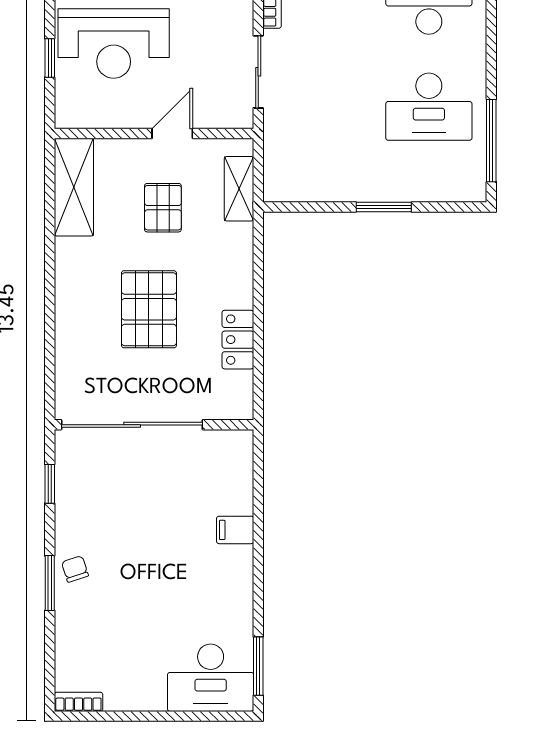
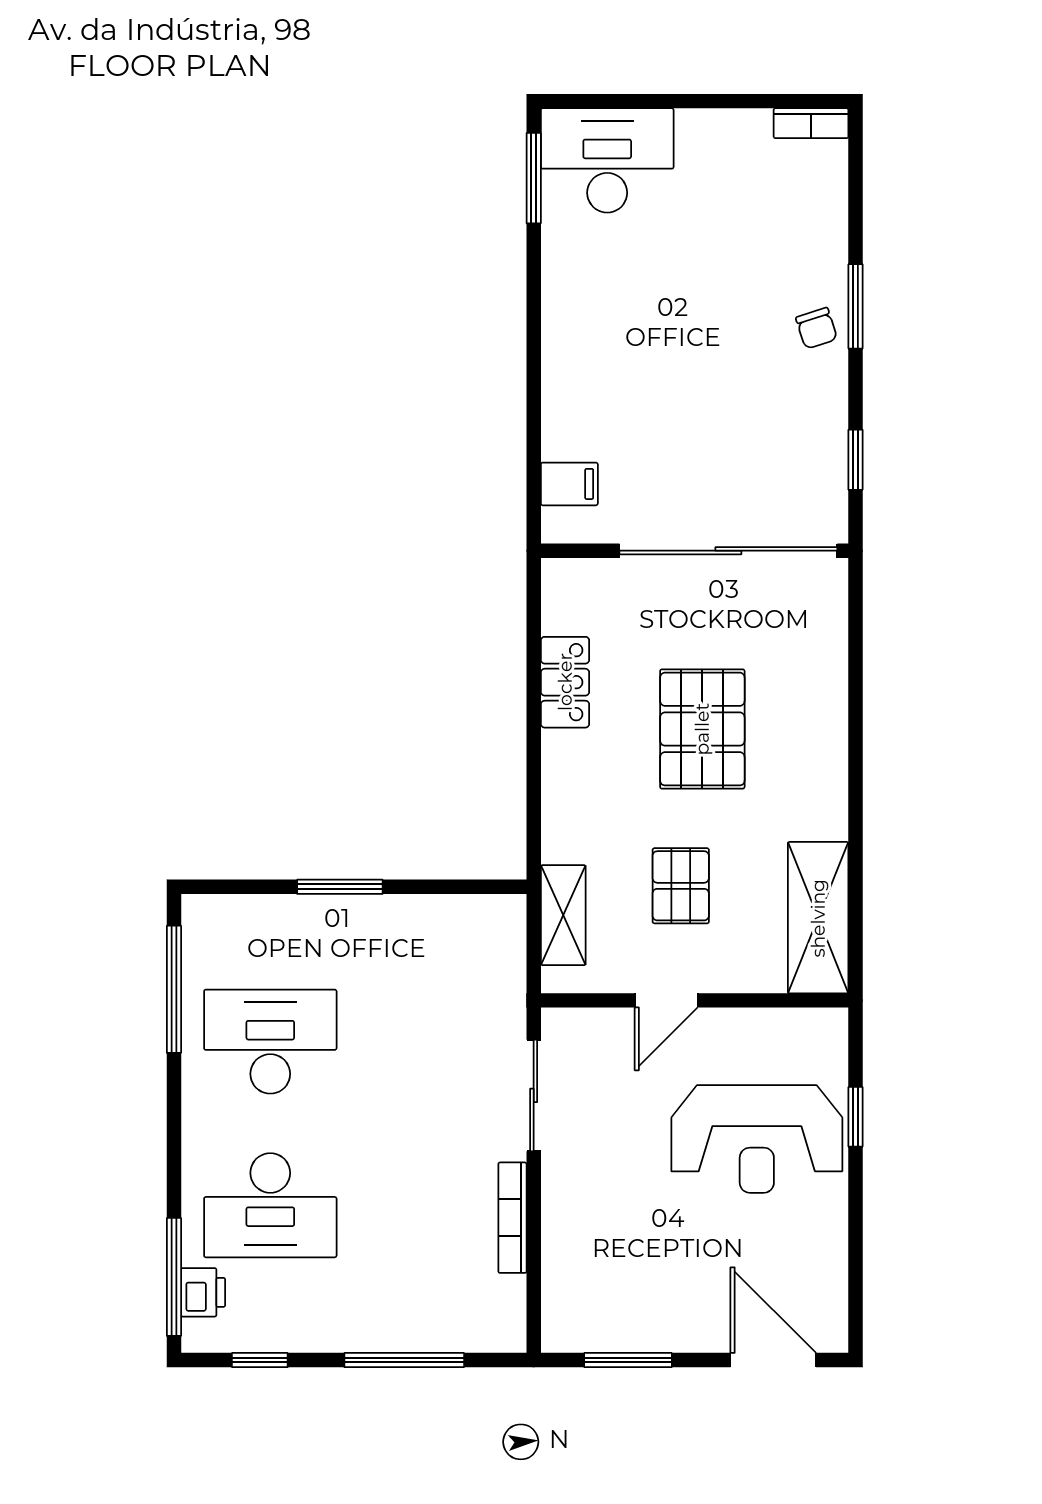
reception desk: (114, 44) -> (757, 1139), turned 180
filing cabinet: (235, 530) -> (569, 484), moved

